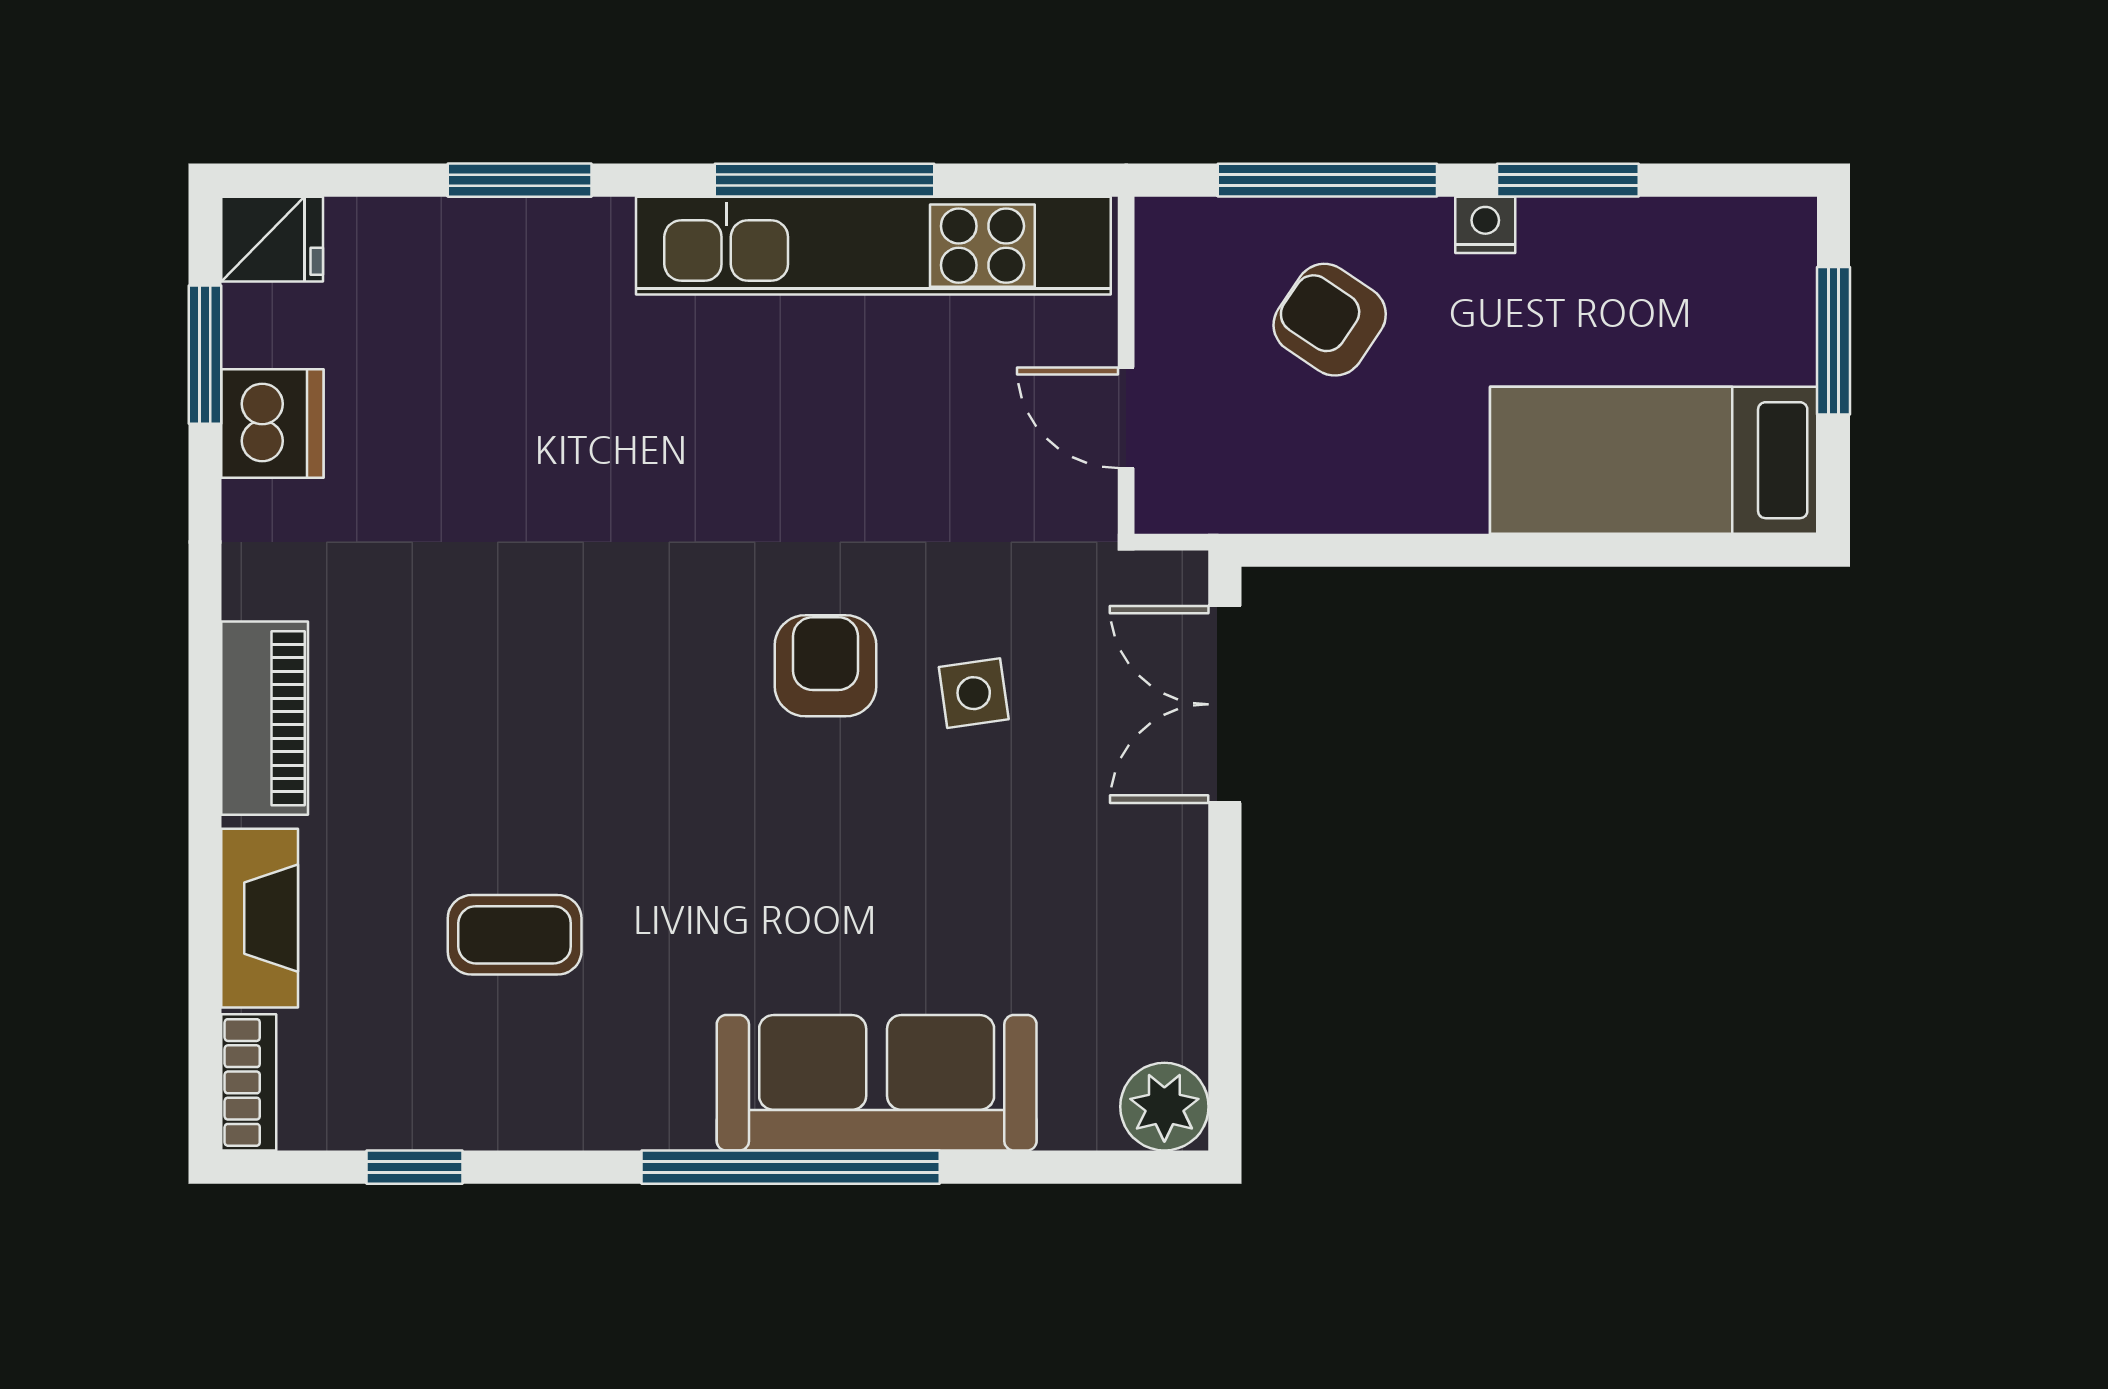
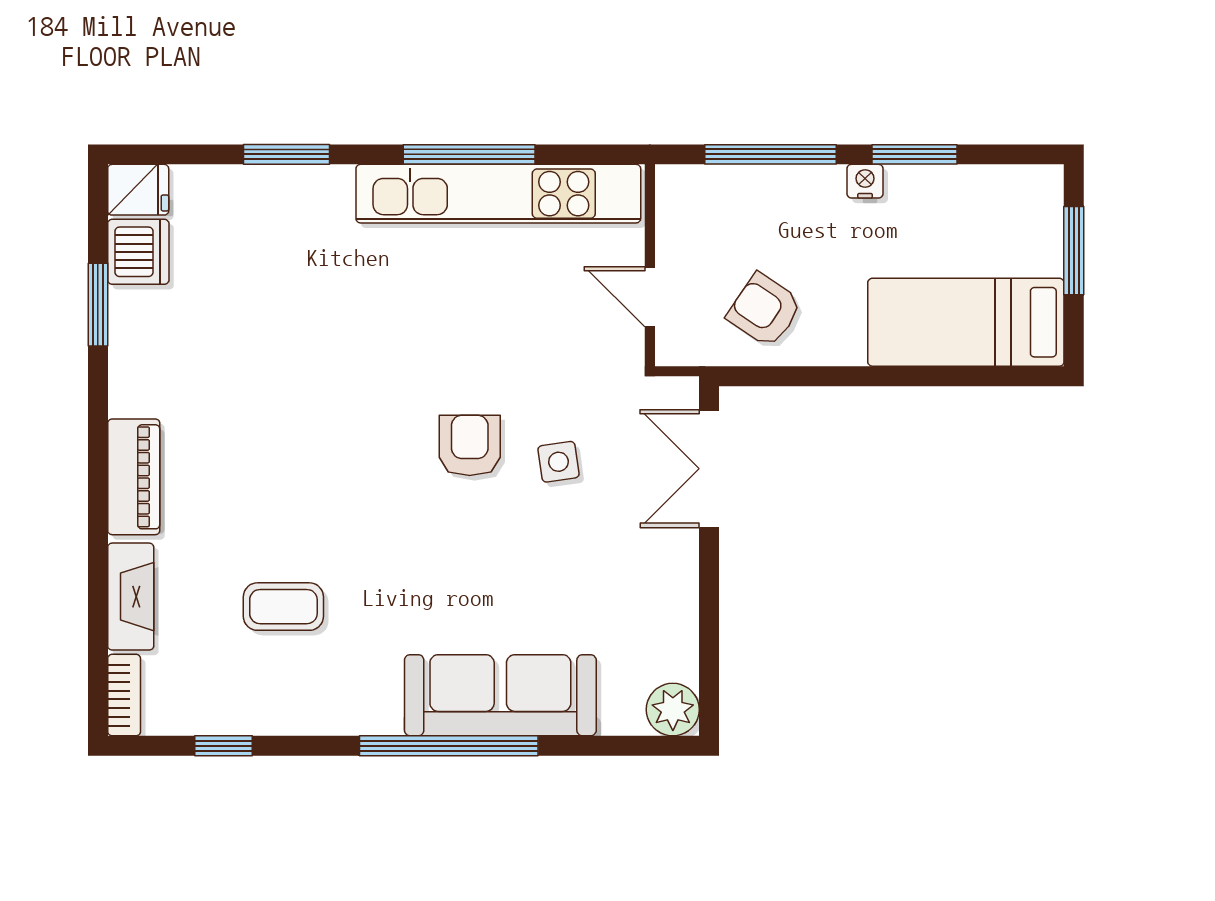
armchair: (1330, 320) -> (764, 310), moved
window: (205, 355) -> (98, 305), moved
dishwasher: (272, 423) -> (138, 252), moved

